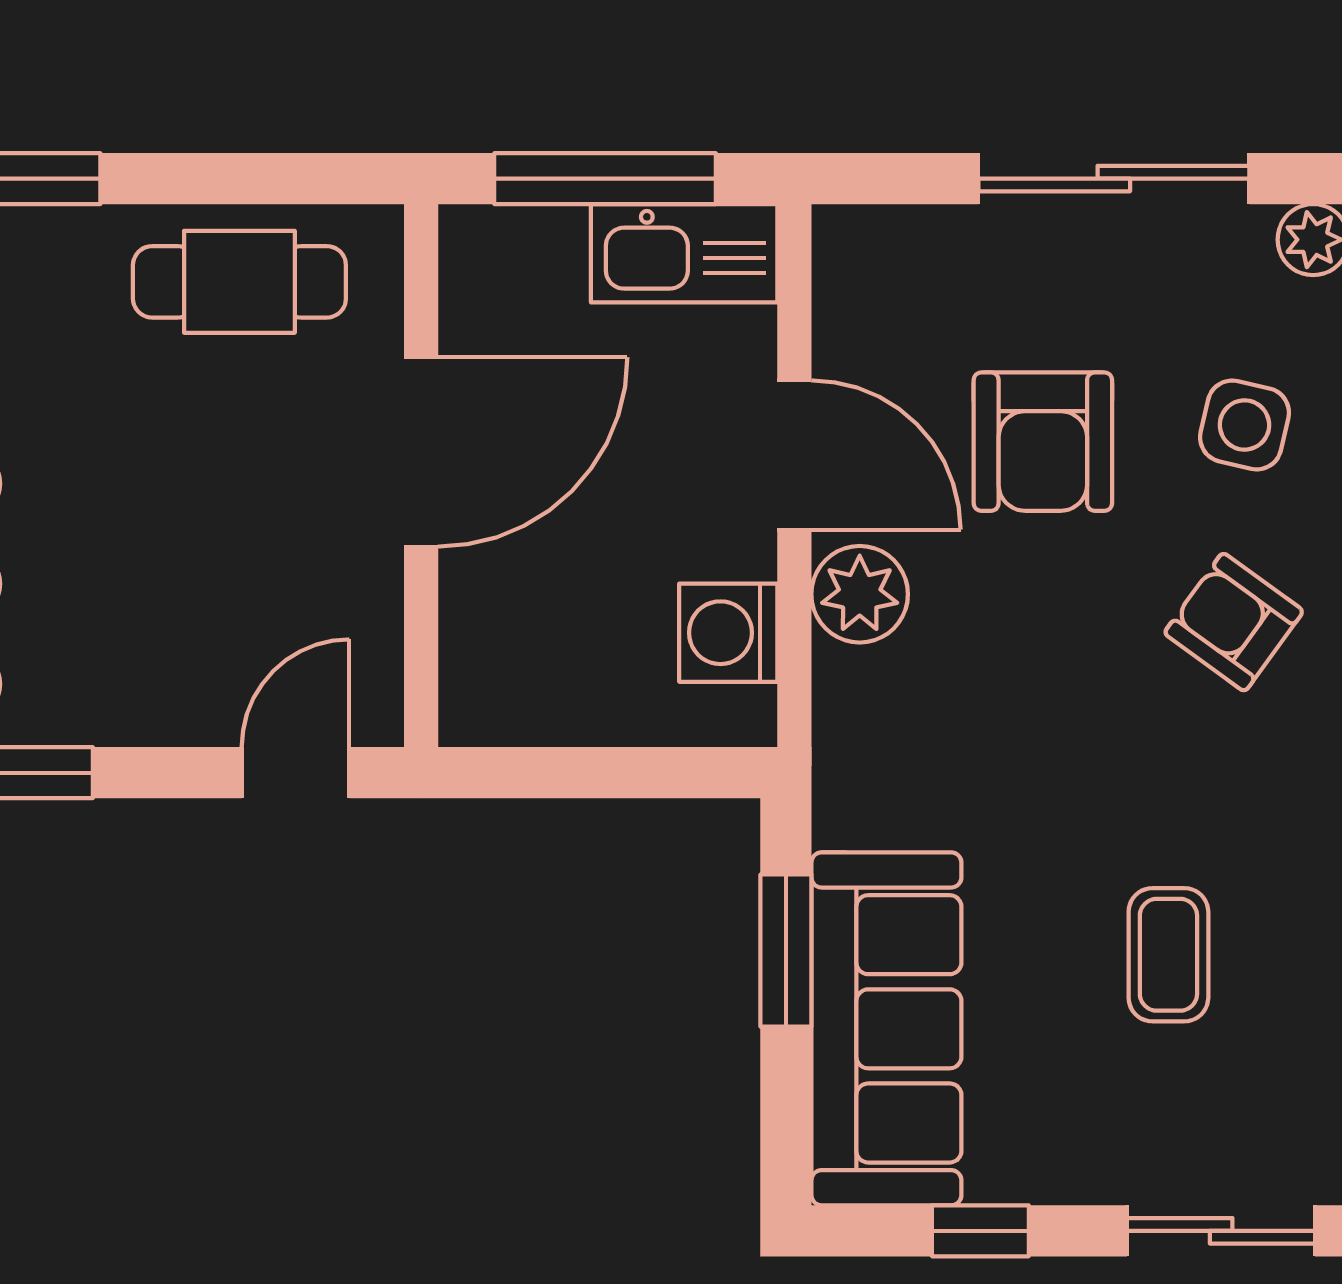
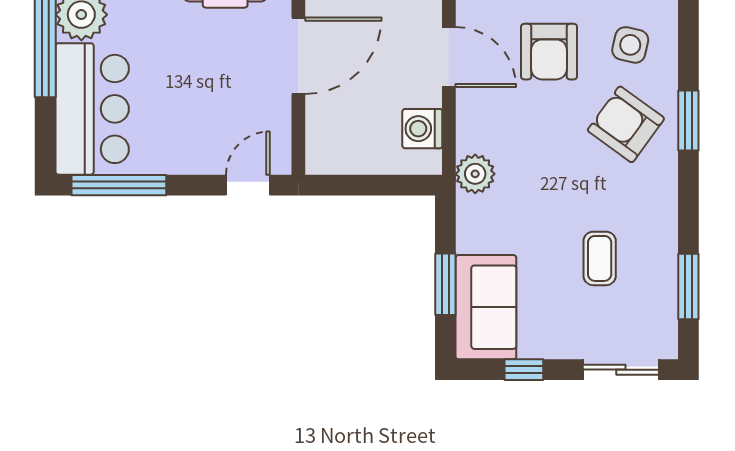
plant: (860, 594) -> (475, 174), moved
armchair: (1234, 622) -> (626, 124), width x1.38, depth x1.38
window: (786, 951) -> (445, 284), moved
sofa: (886, 1029) -> (486, 307), width x0.73

